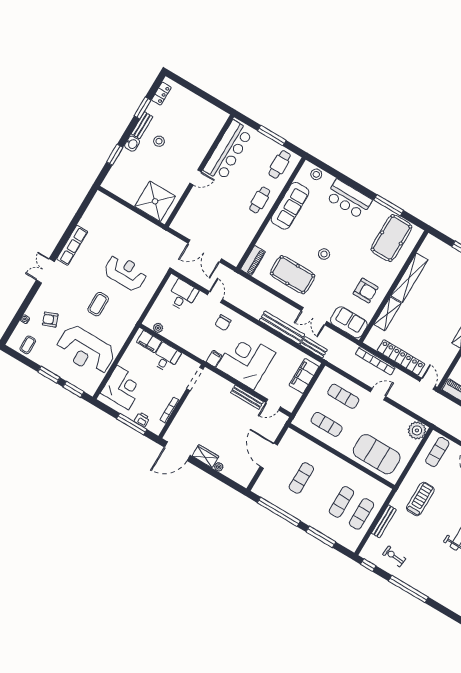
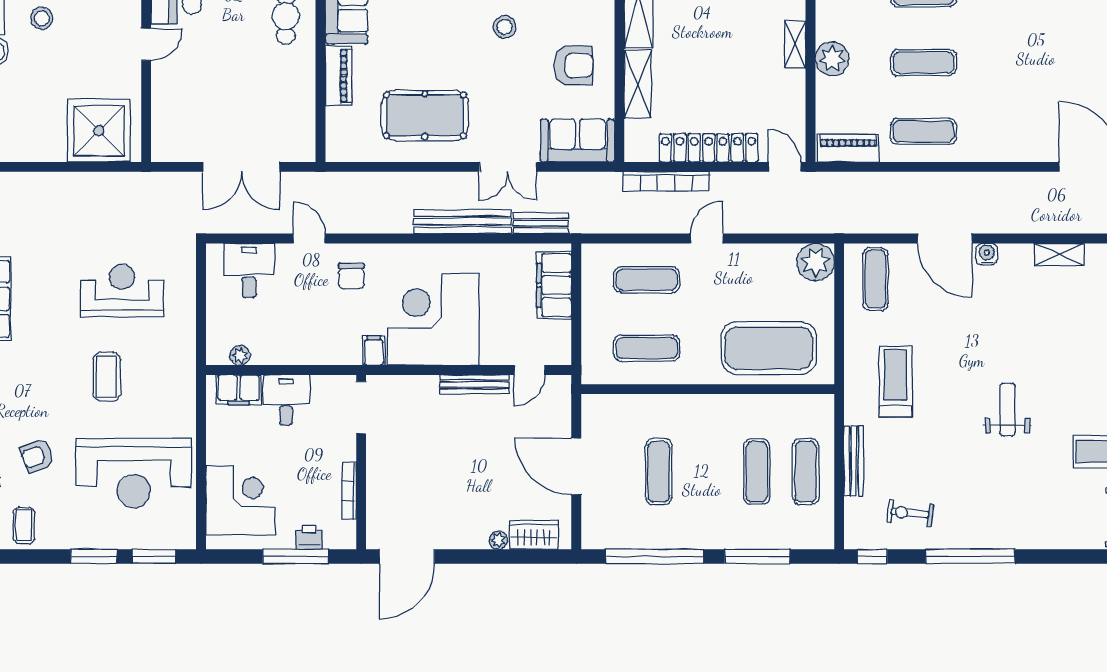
stool: (324, 254) -> (505, 27), moved
piano: (253, 261) -> (339, 76), moved
wardrobe: (205, 456) -> (534, 535), moved

